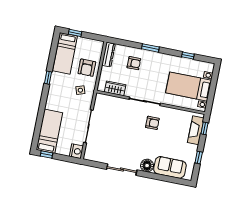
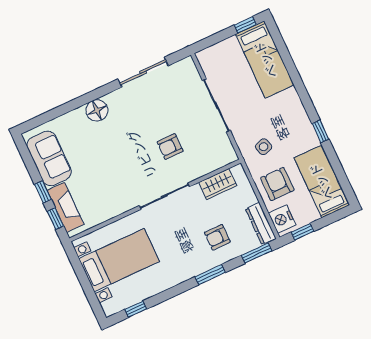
window: (75, 33) -> (303, 232), moved
window: (121, 42) -> (257, 253), added
window: (188, 55) -> (136, 309), moved
armchair: (152, 123) -> (170, 146), moved
nightstand: (76, 151) -> (282, 219), moved
window: (199, 158) -> (43, 192), moved
sofa: (170, 167) -> (49, 158), moved, turned -90
sliding door: (122, 170) -> (143, 72), moved

